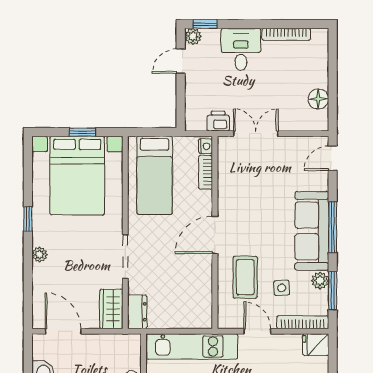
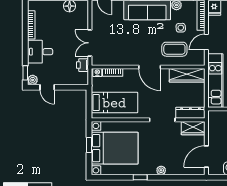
wardrobe: (201, 299) -> (187, 75), added
dresser: (137, 312) -> (190, 113), width x1.44

